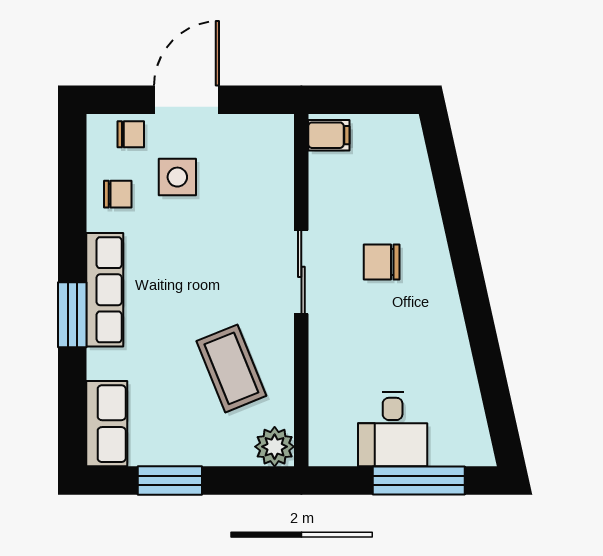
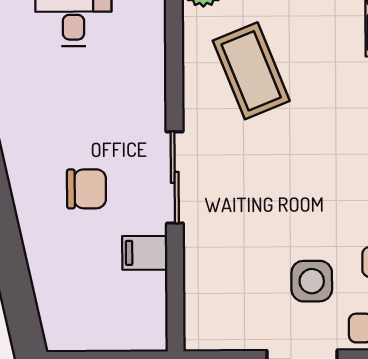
filing cabinet: (329, 135) -> (145, 253), moved

